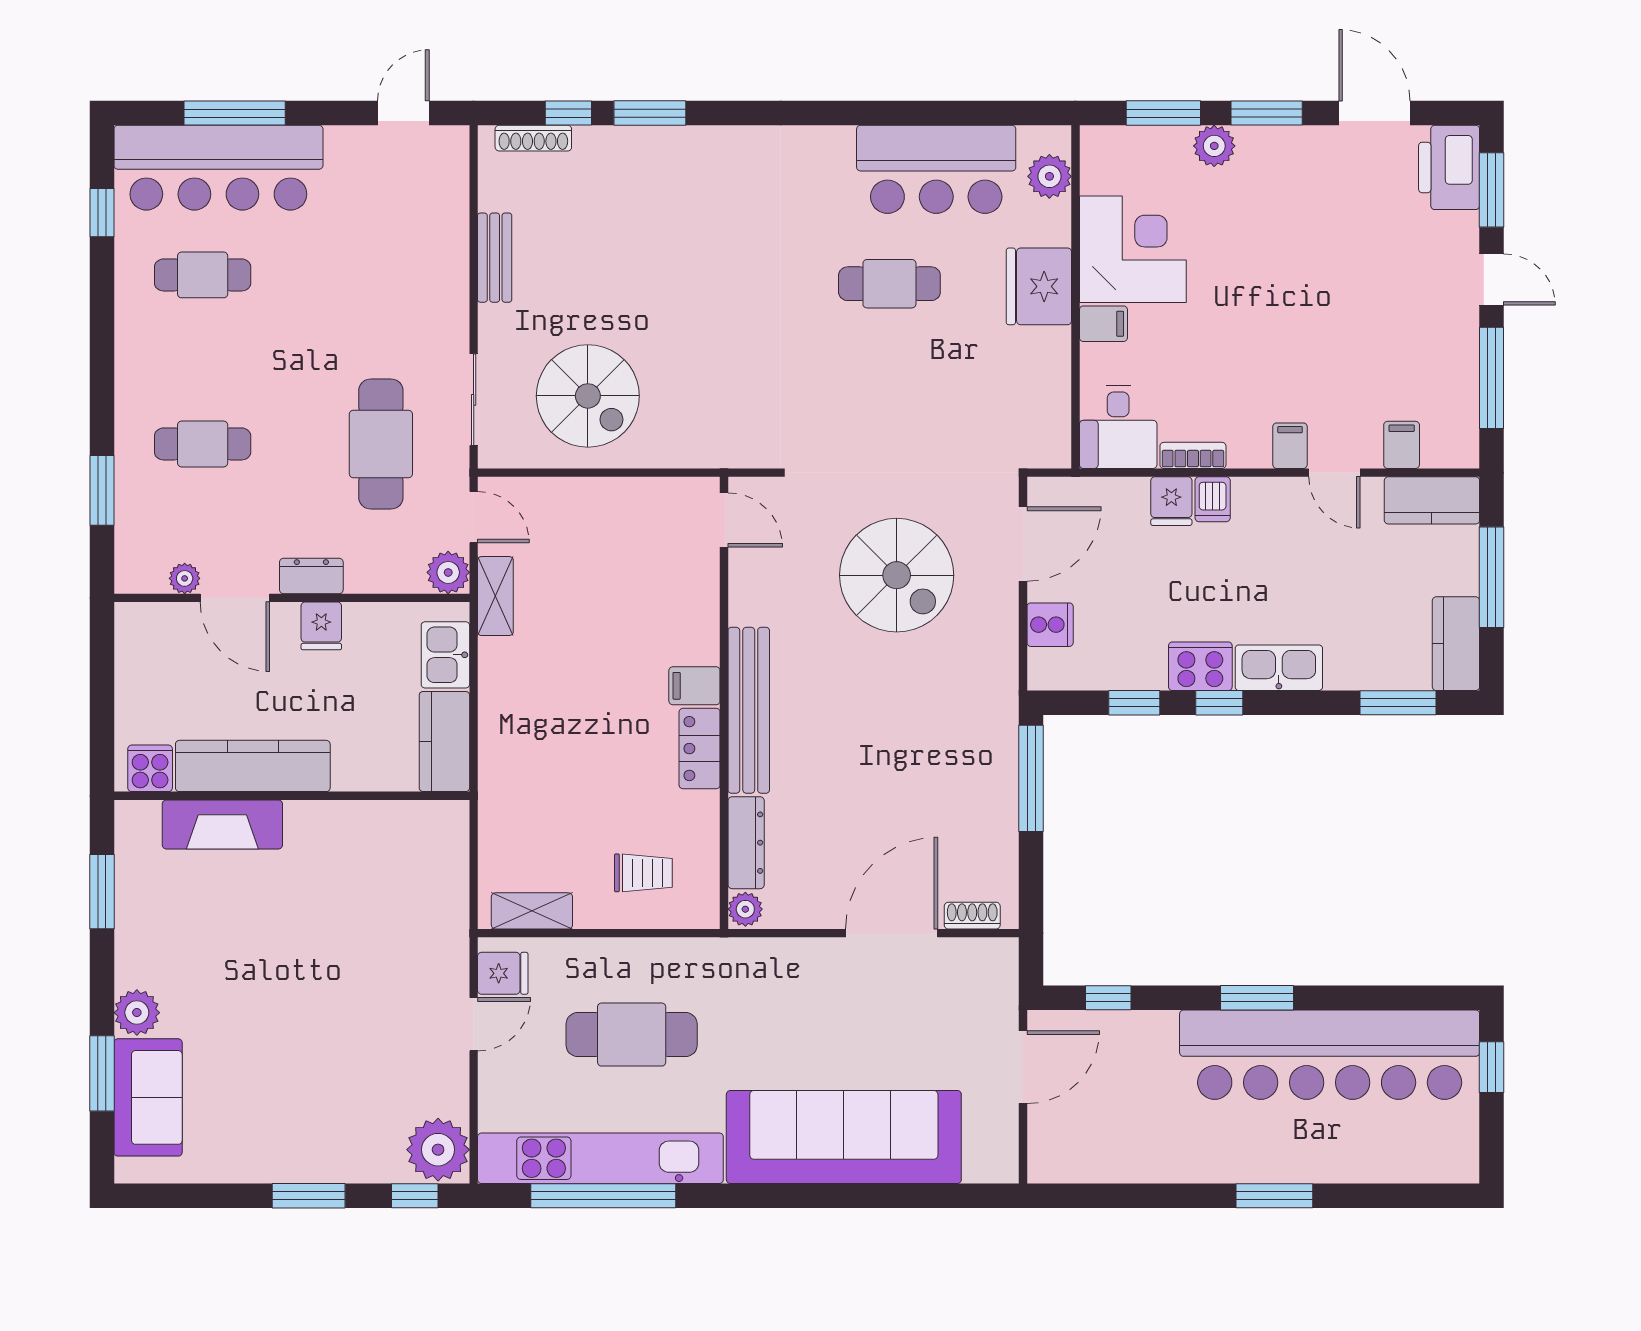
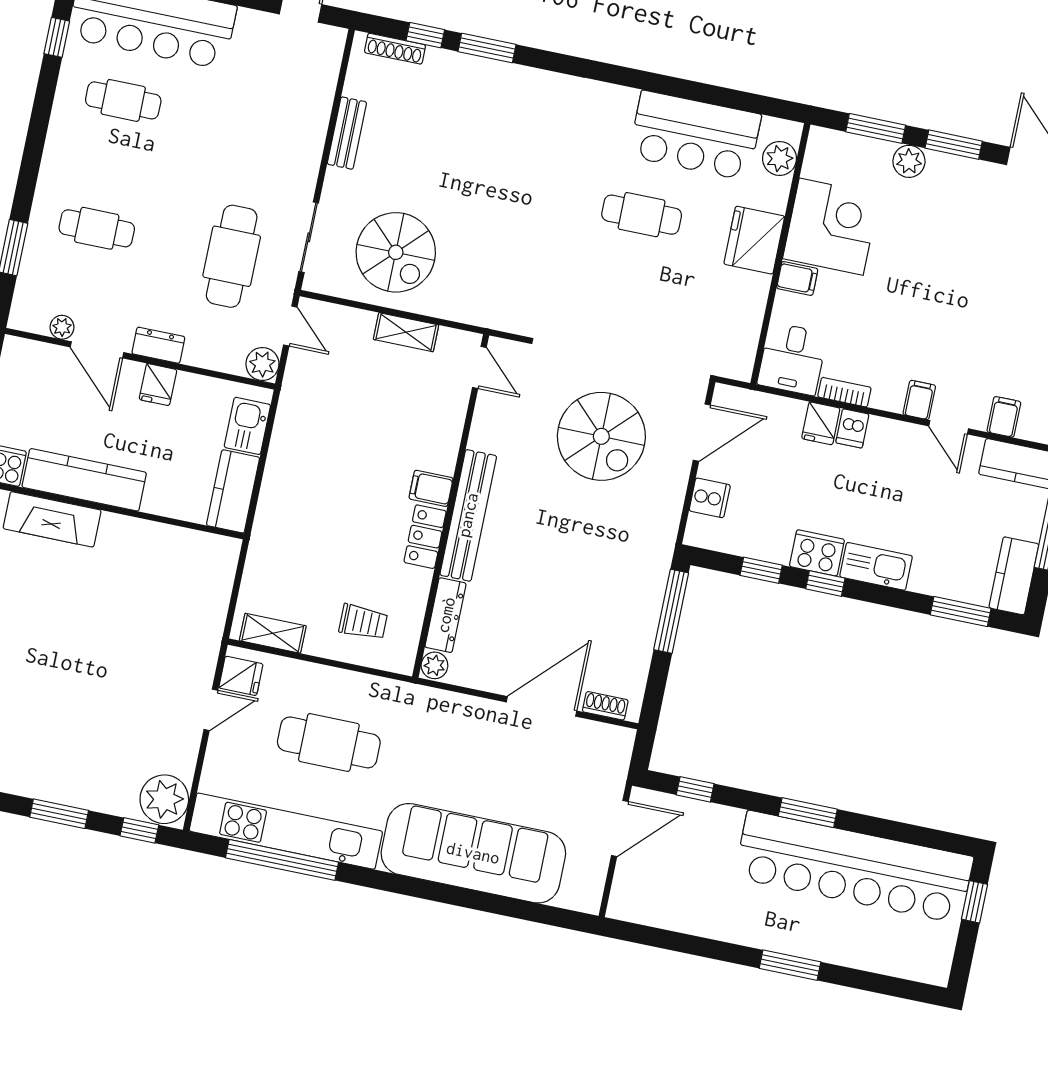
shelving: (495, 596) -> (406, 332), moved, turned 90

